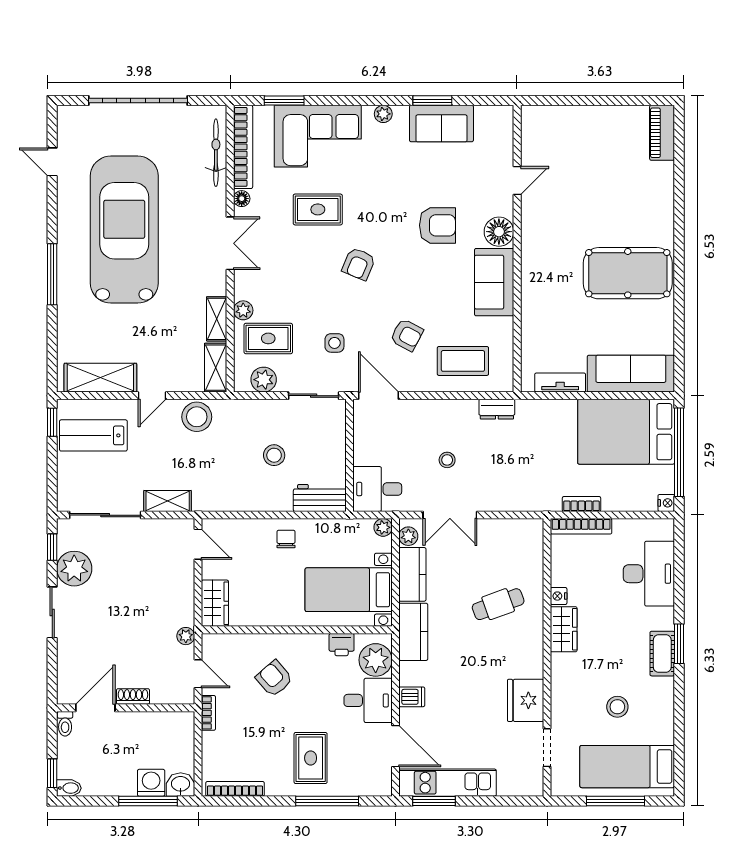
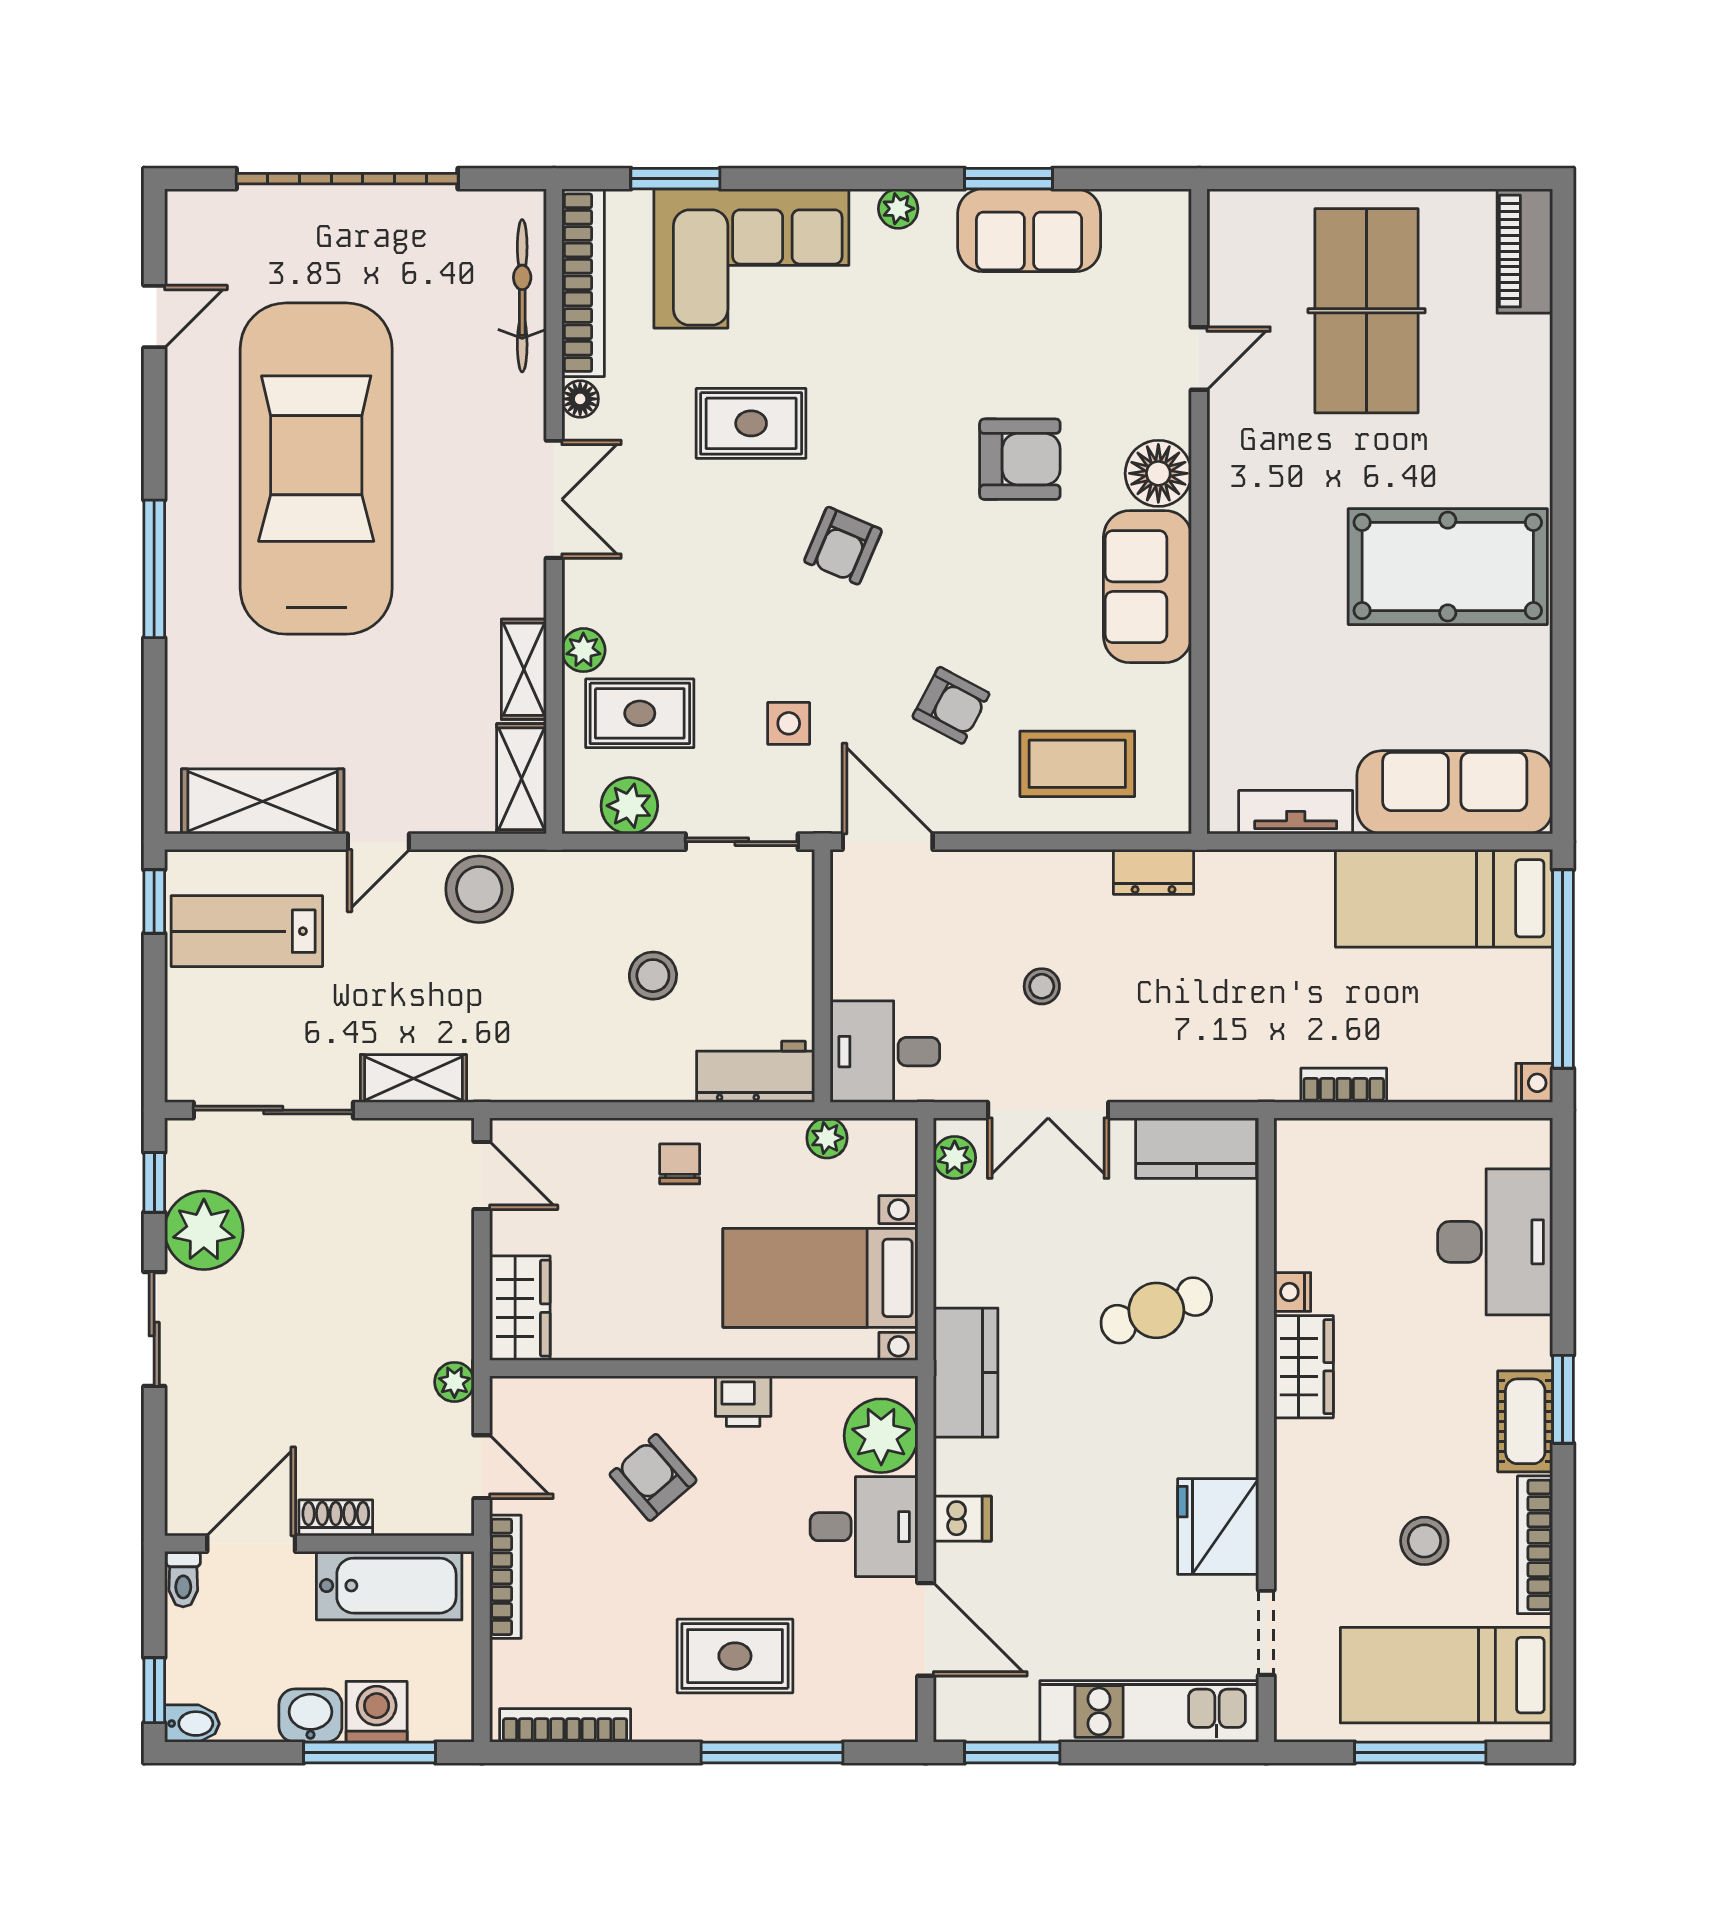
table tennis table: (592, 159) -> (1367, 311), added
door: (52, 162) -> (154, 317), swing flipped
bed: (626, 432) -> (1444, 898), width x0.67
bookcase: (581, 526) -> (1535, 1545), moved, turned 90
plant: (383, 527) -> (827, 1138), moved
kitchen counter: (412, 574) -> (1196, 1148), moved, turned 90
printer: (342, 645) -> (743, 1401), moved
bookcase: (208, 713) -> (505, 1577), width x1.56
bathtub: (157, 727) -> (389, 1586), added
rug: (311, 758) -> (735, 1656), turned 90
kitchen unit: (448, 783) -> (1149, 1711), moved
washbasin: (181, 784) -> (310, 1716), moved

